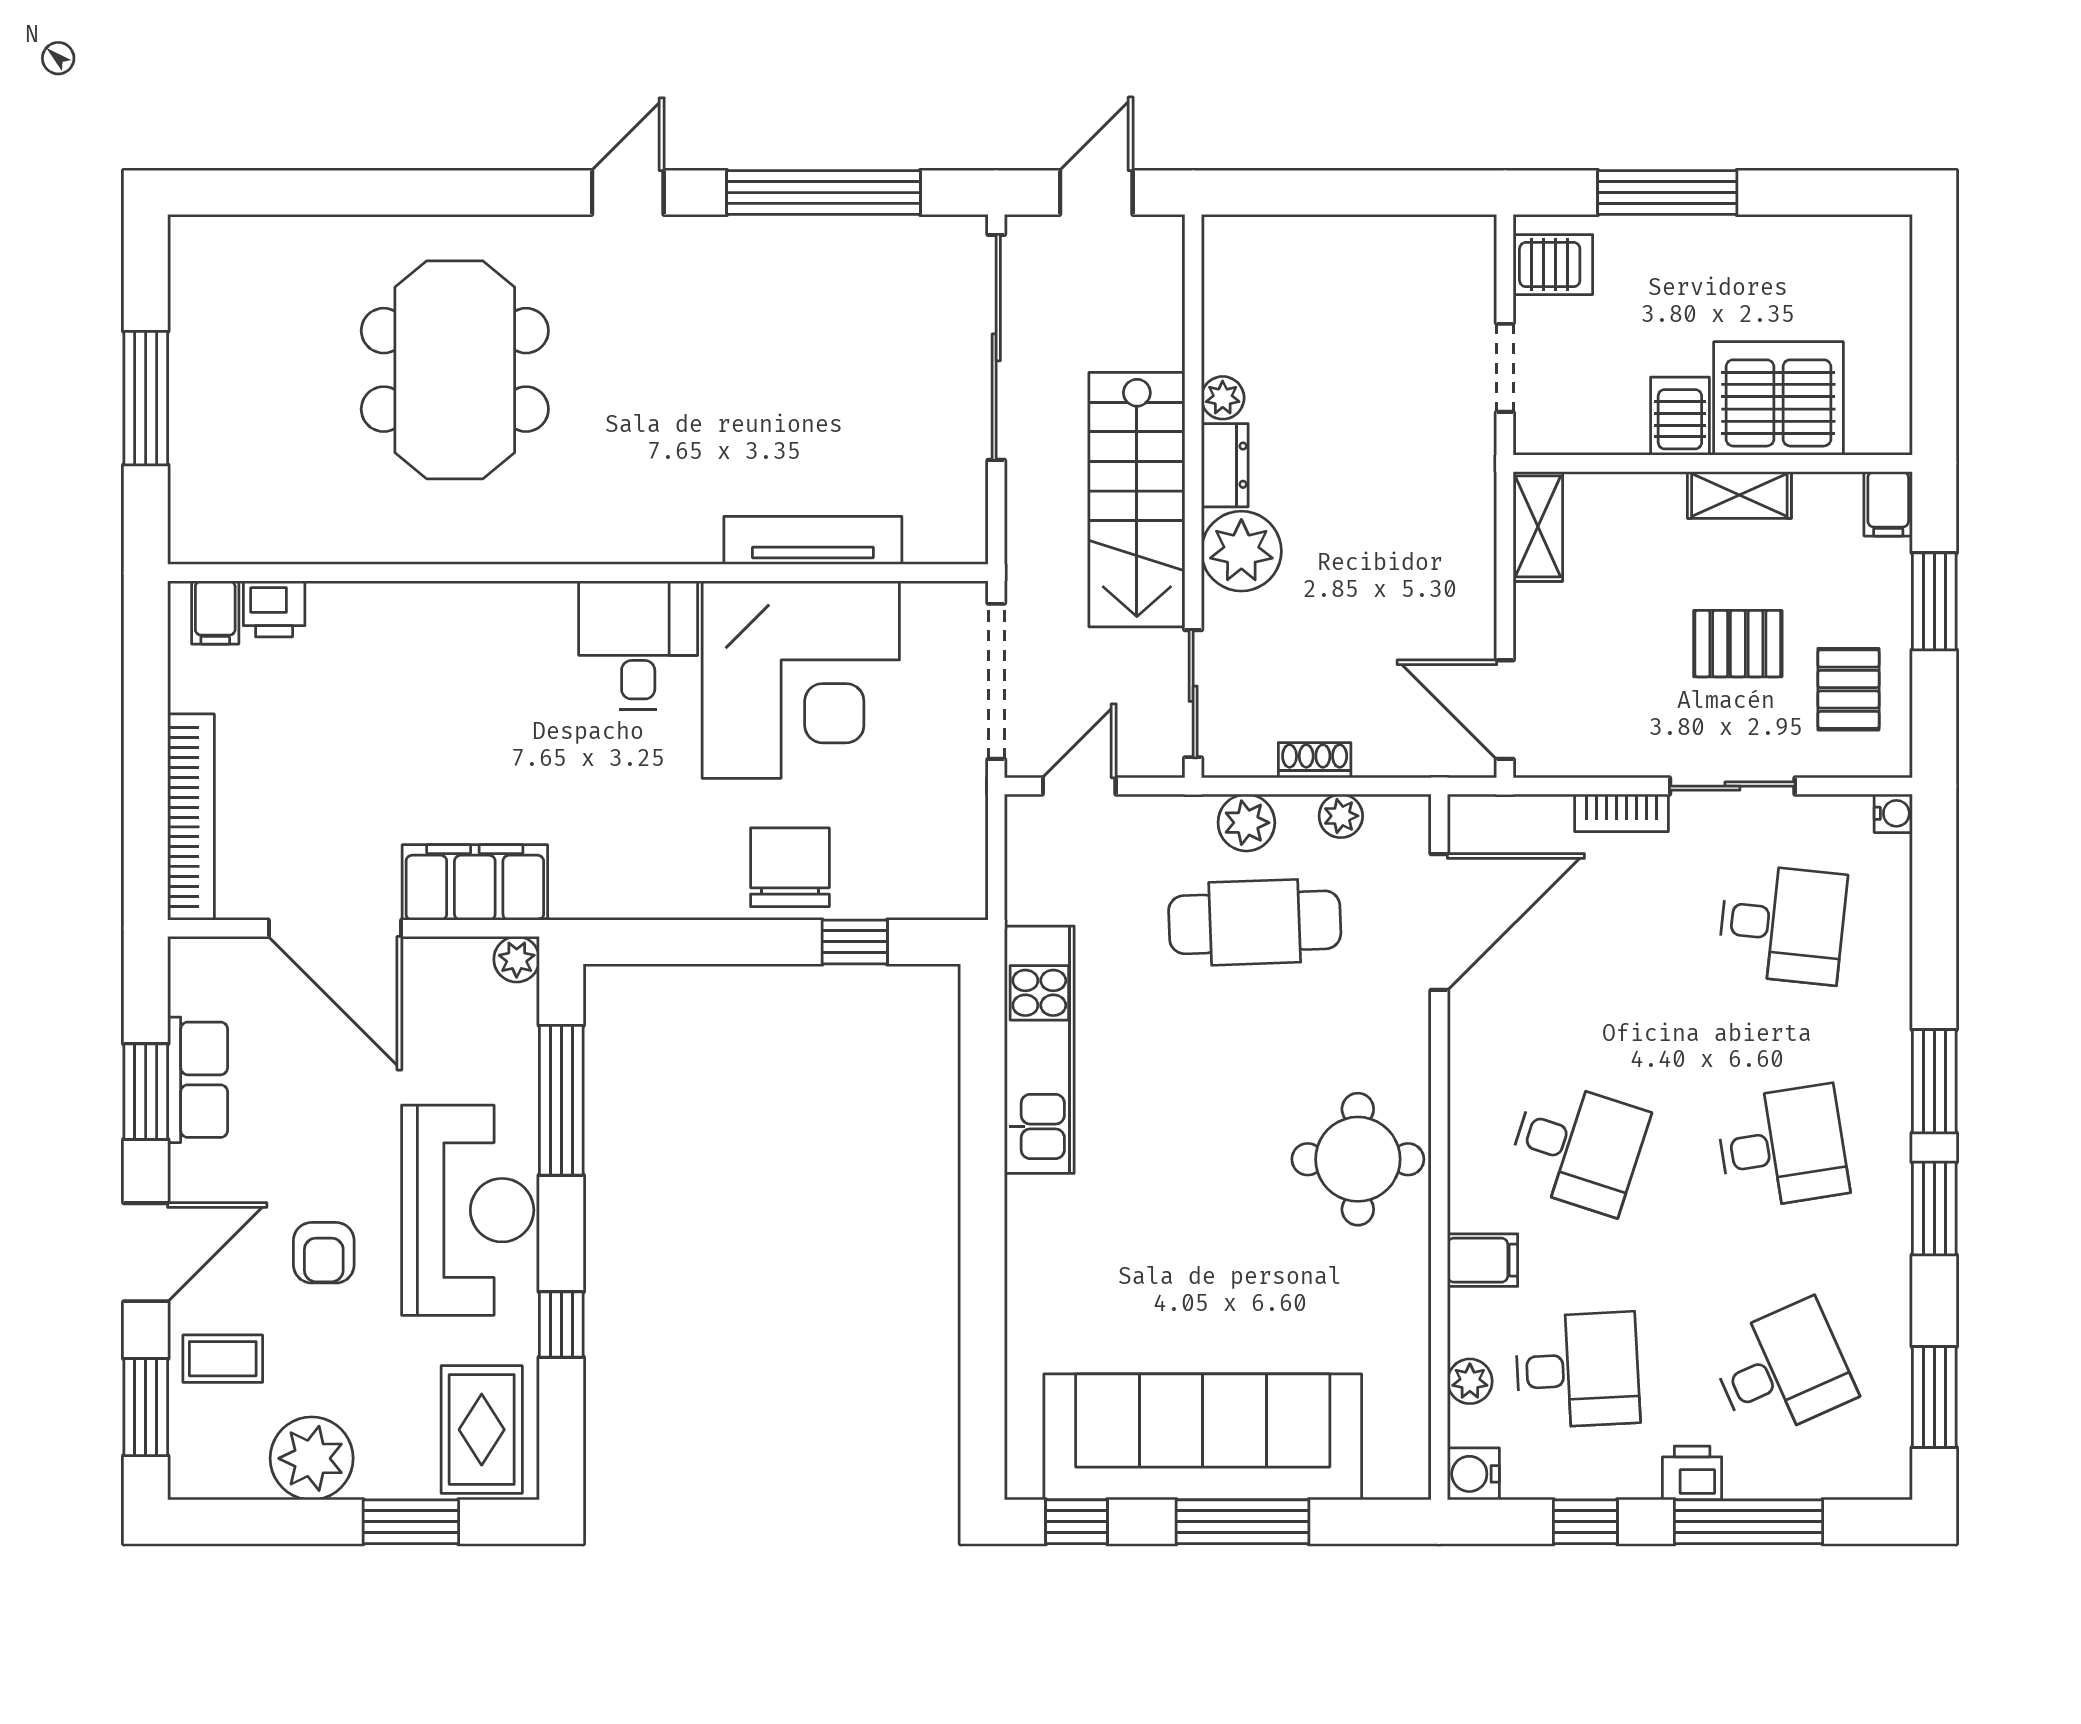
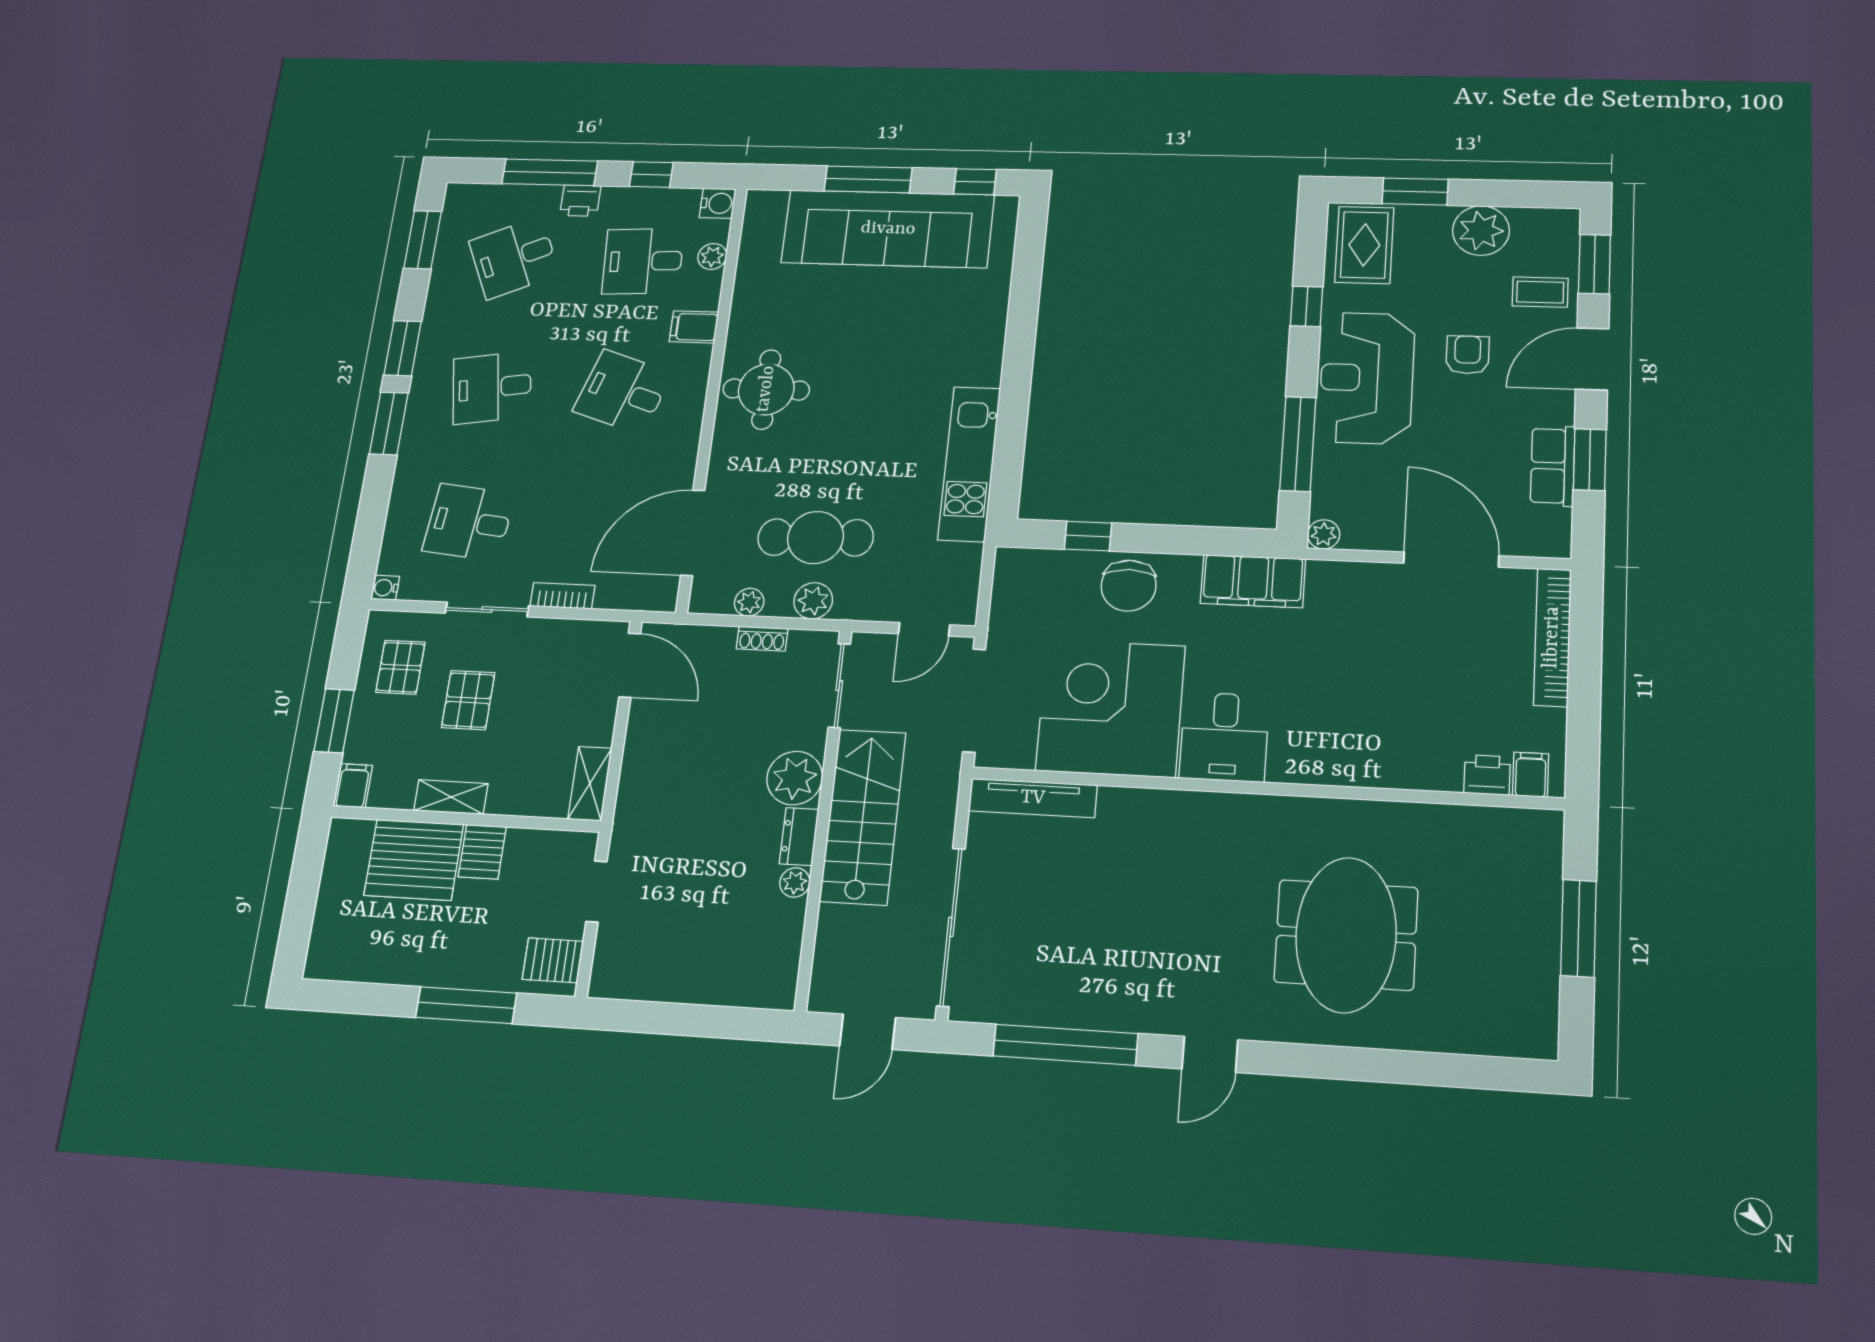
tv unit: (813, 540) -> (1033, 798), moved
pallet: (1738, 644) -> (468, 700), turned 90
filing cabinet: (475, 882) -> (1253, 581), moved

